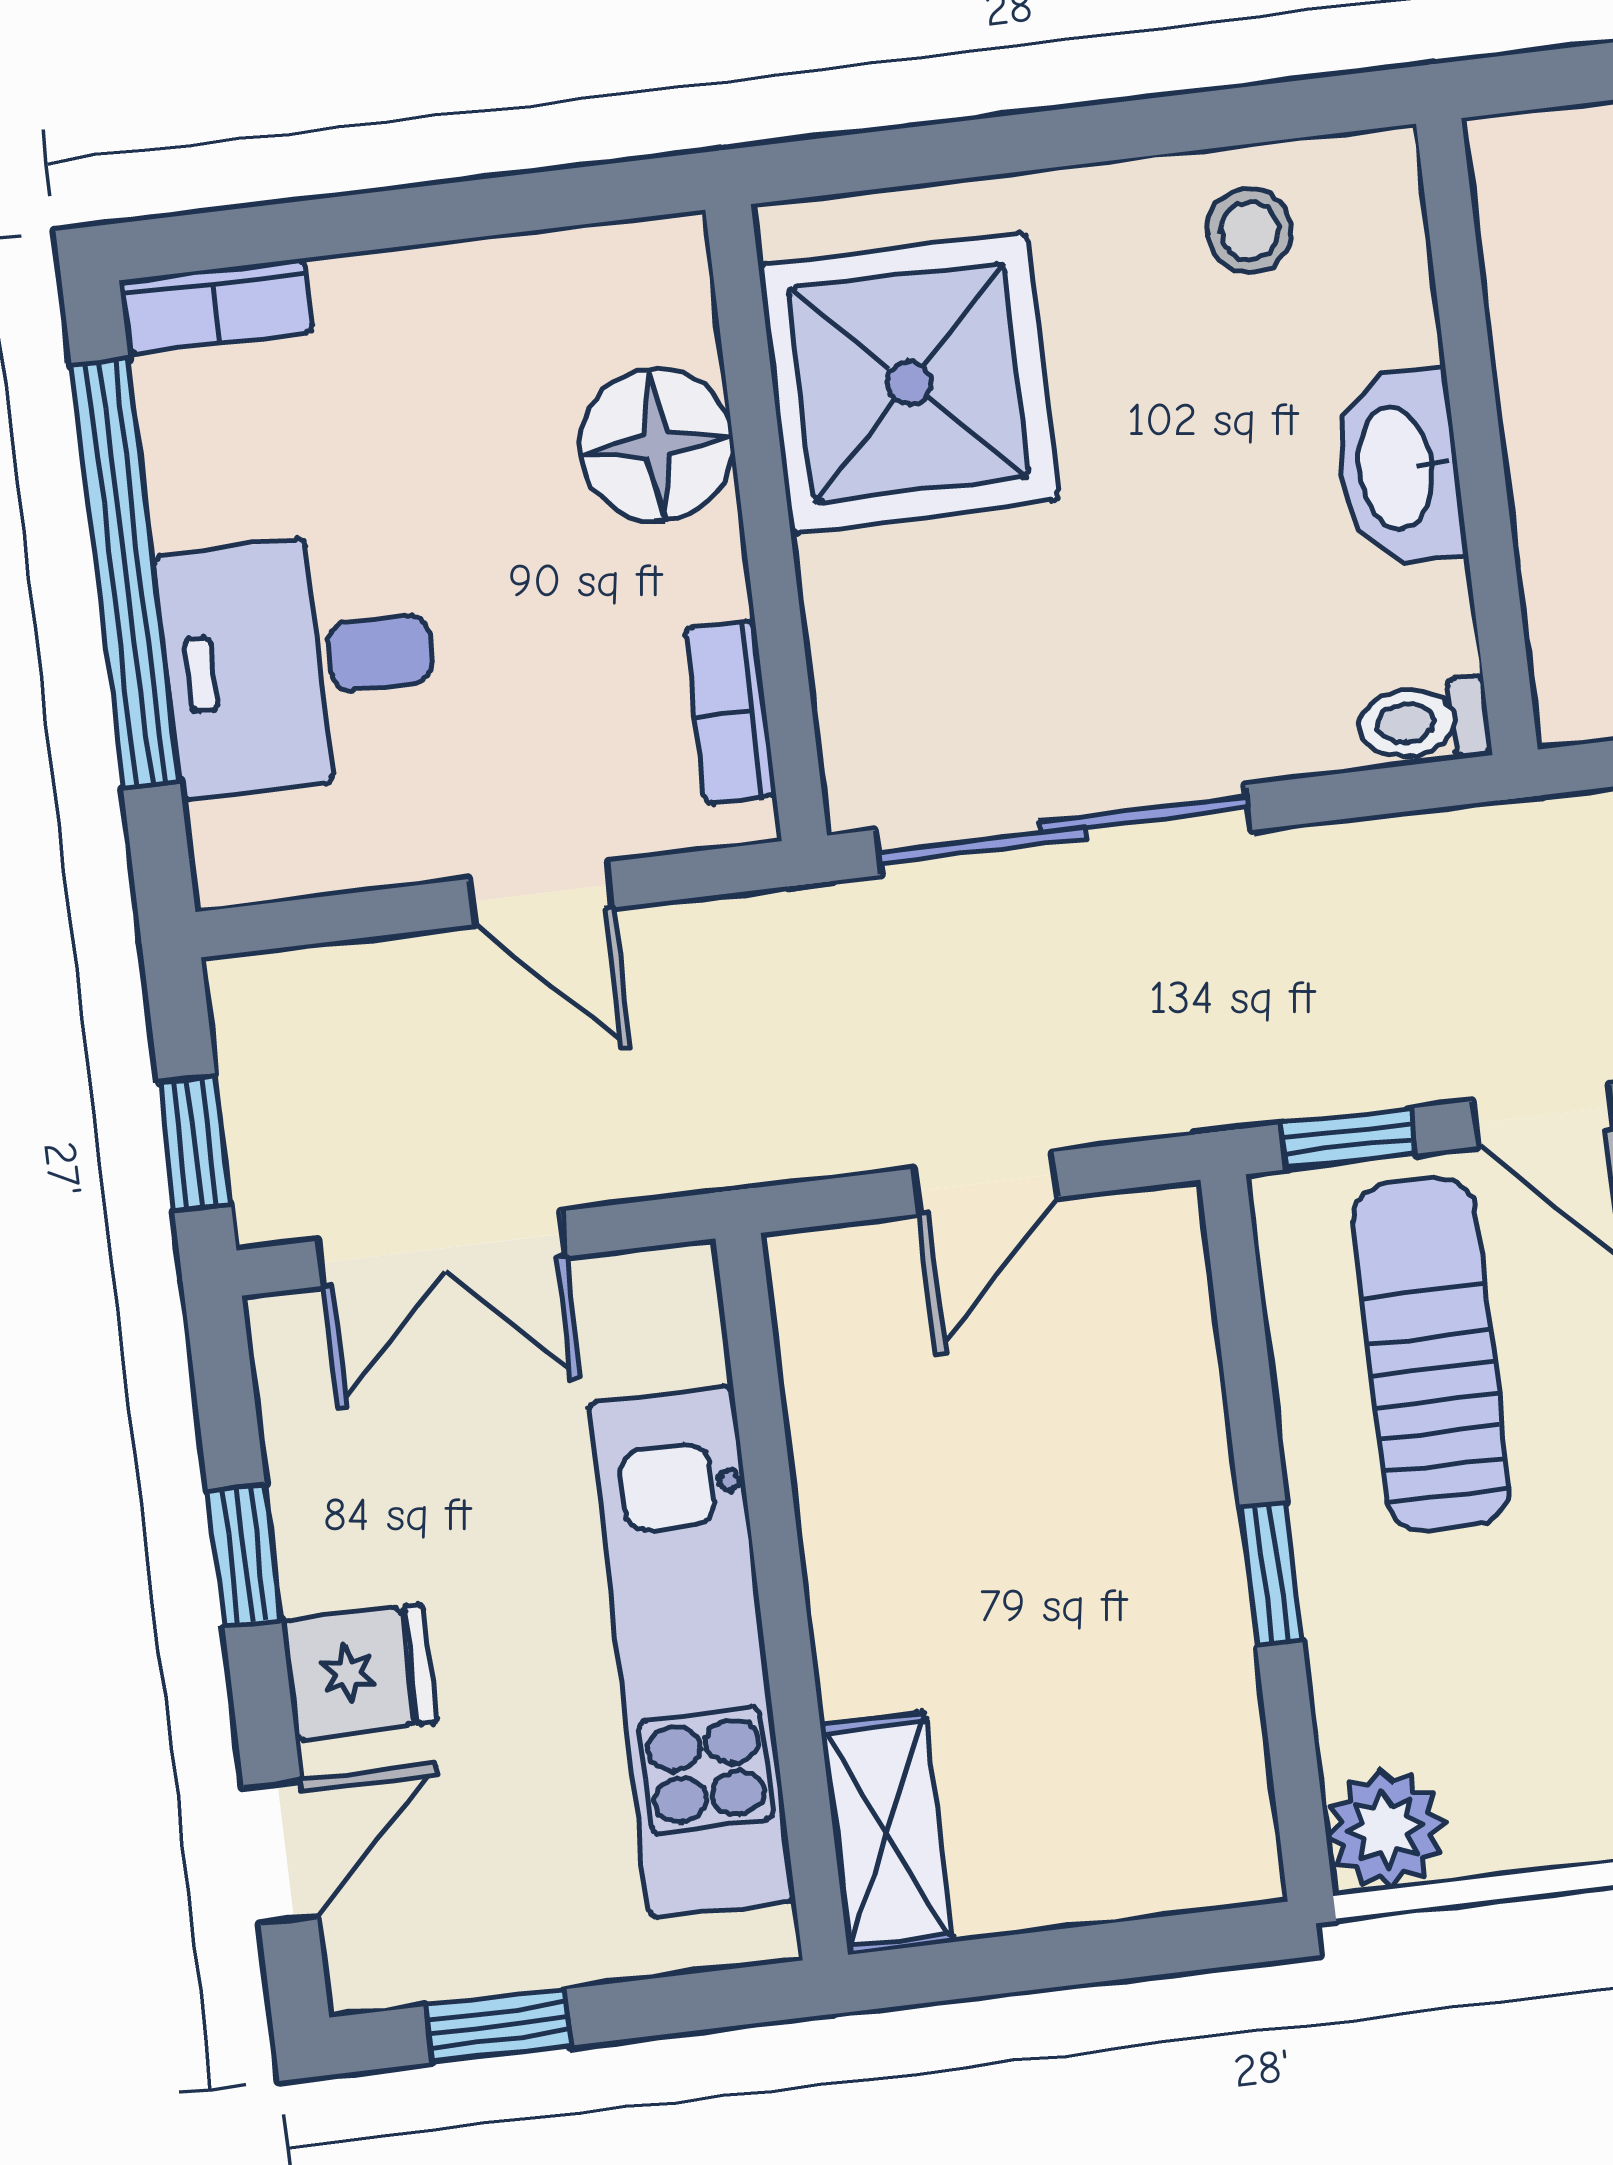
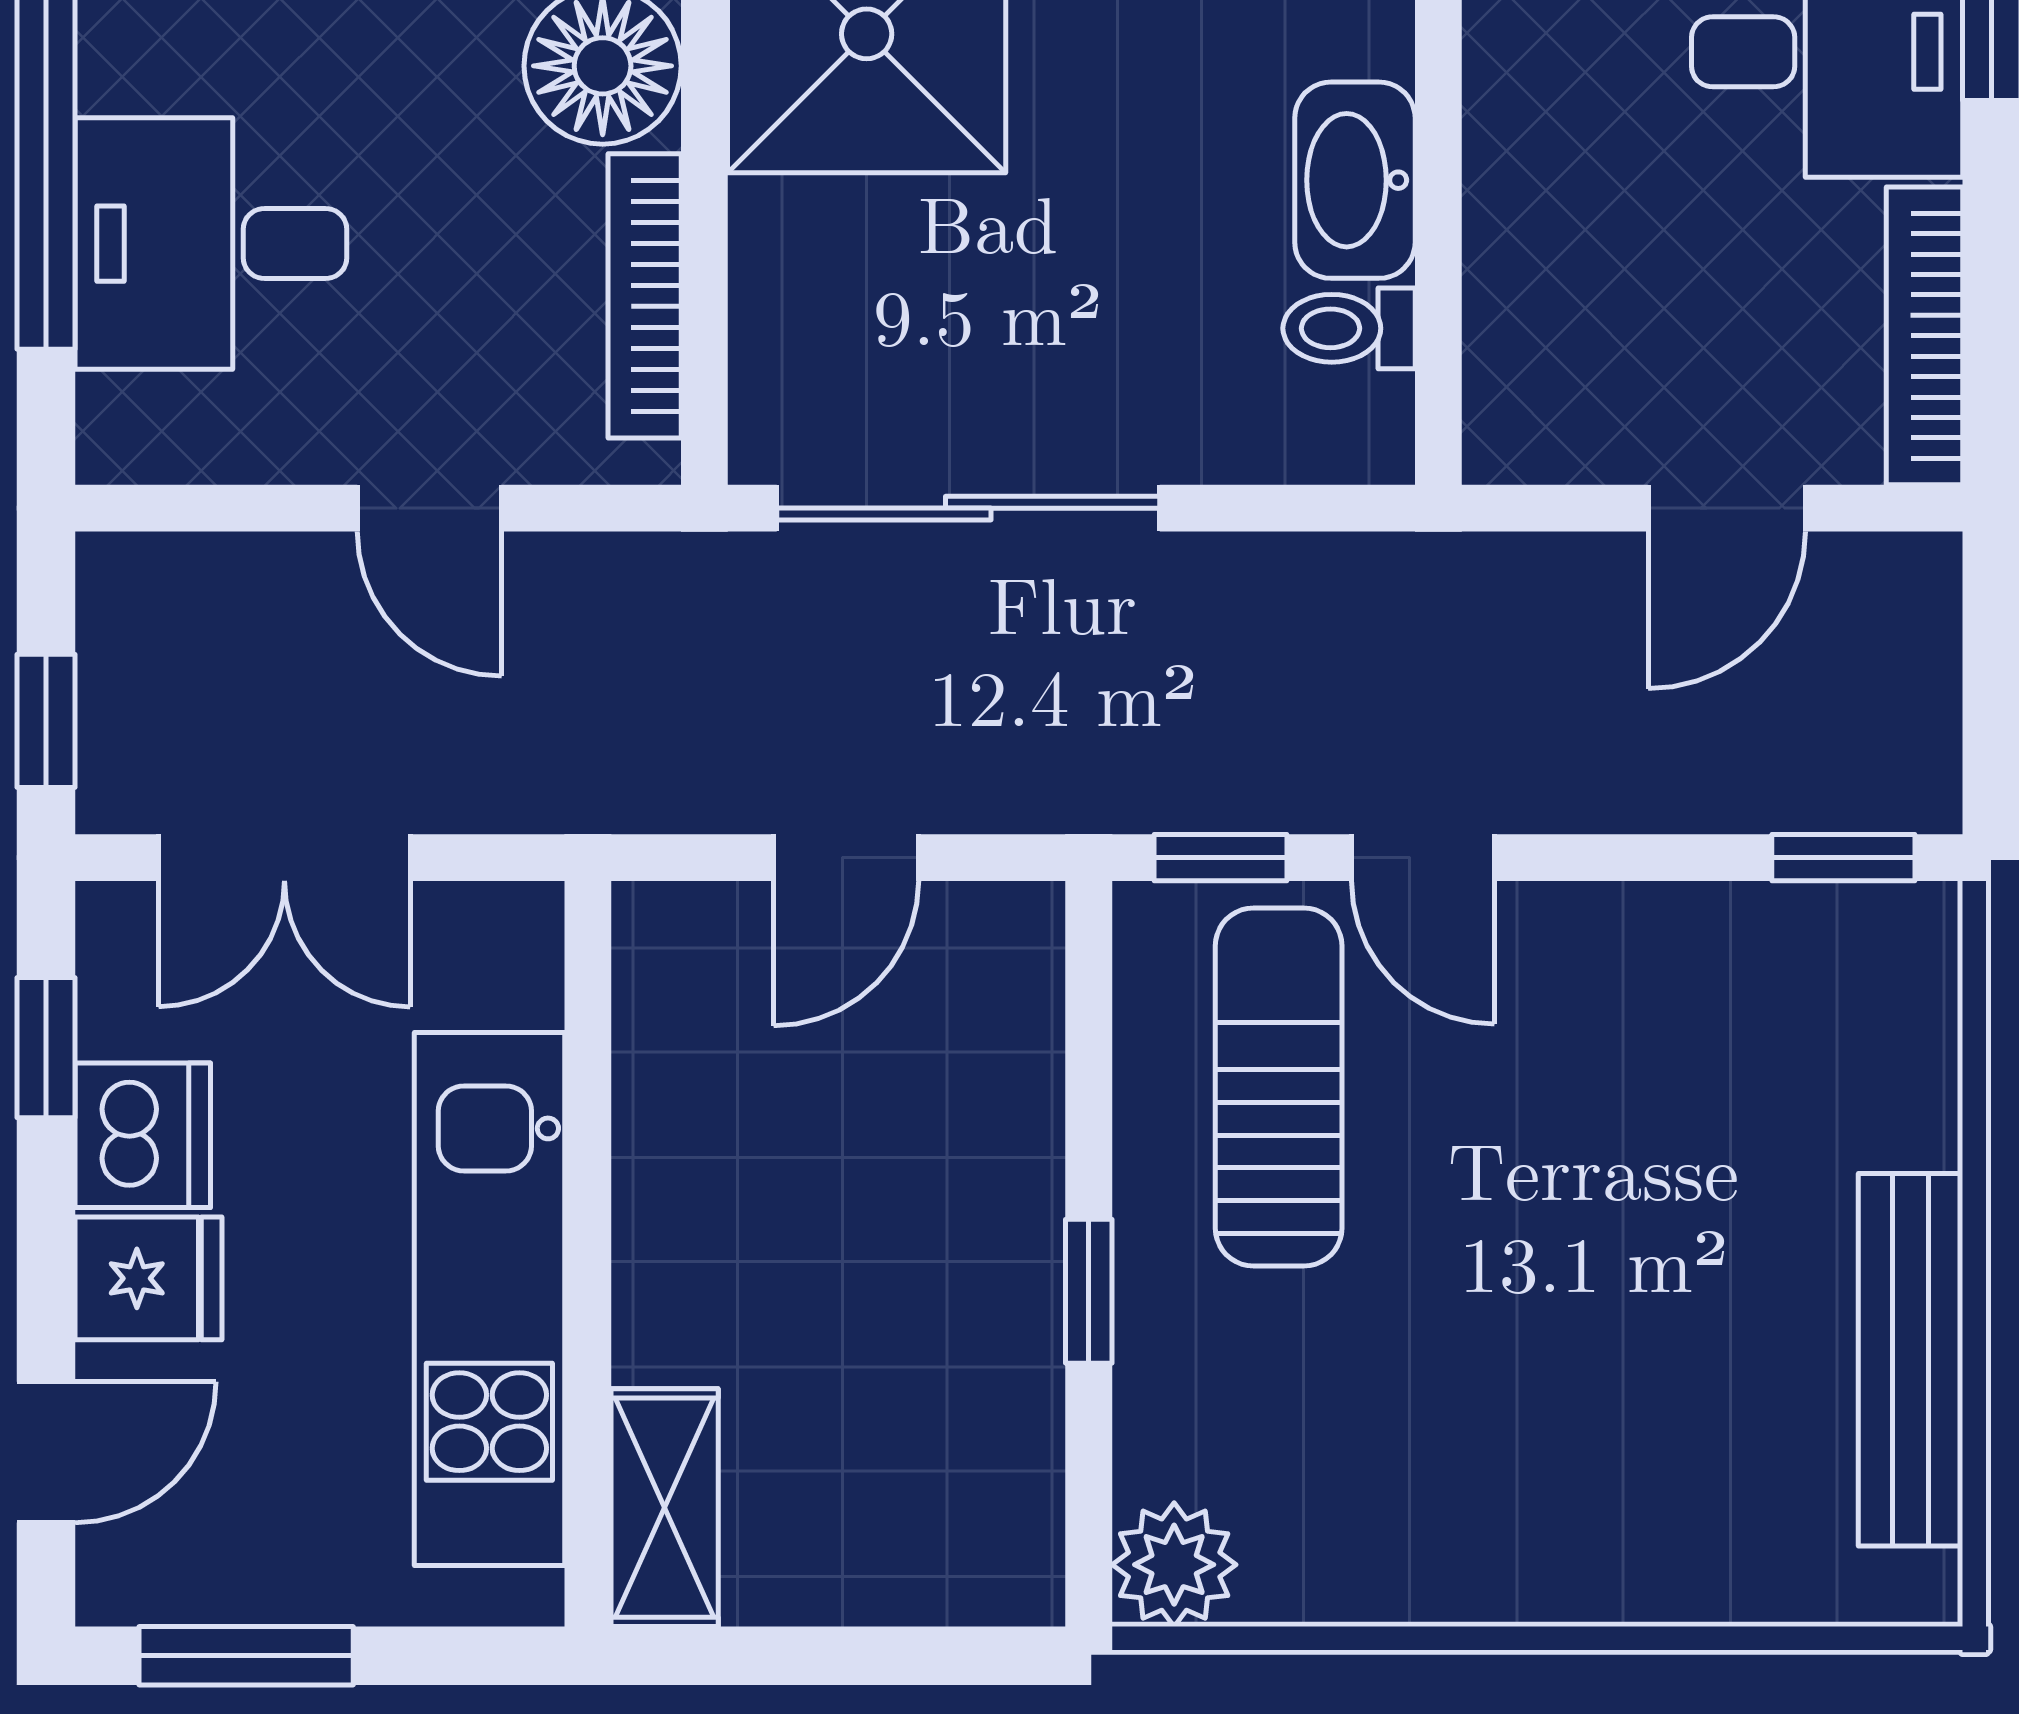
bookcase: (730, 712) -> (645, 296), width x1.56
toilet: (1424, 721) -> (1349, 328), moved
dishwasher: (337, 1534) -> (143, 1135), added
window: (245, 1555) -> (46, 1048), moved
window: (498, 2026) -> (246, 1656), width x1.50

